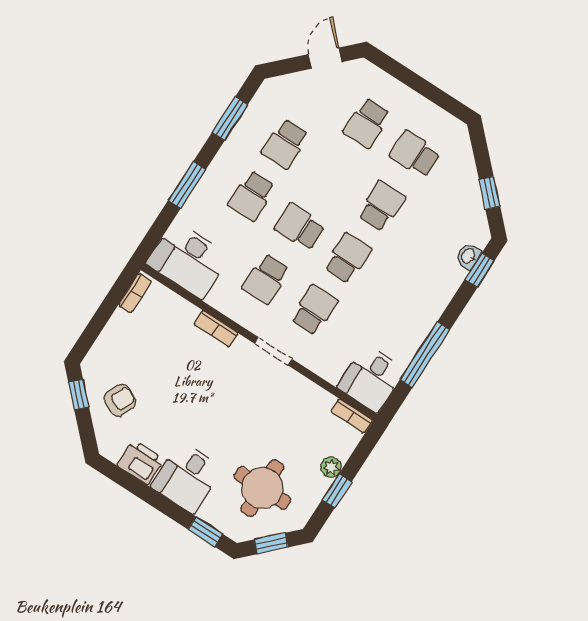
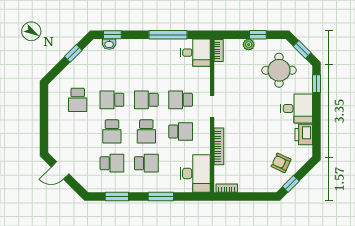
school desk: (367, 123) -> (112, 131), moved, turned 90
bookcase: (216, 329) -> (219, 146), width x1.56

